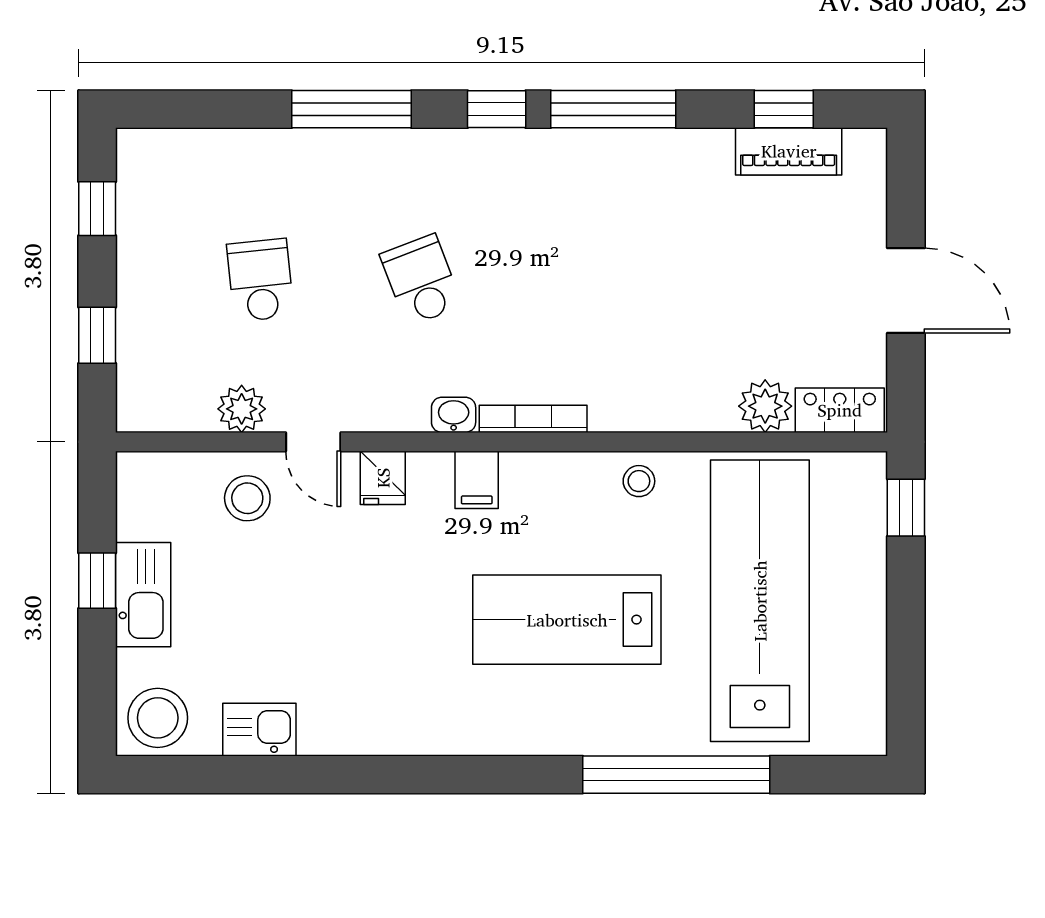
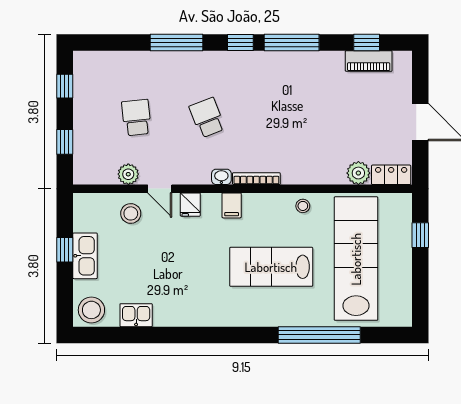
window: (906, 508) -> (420, 235), moved

